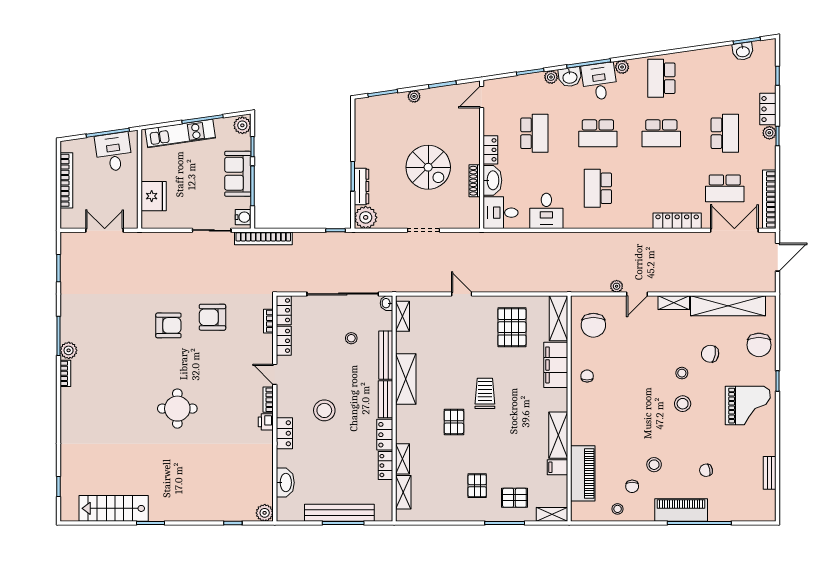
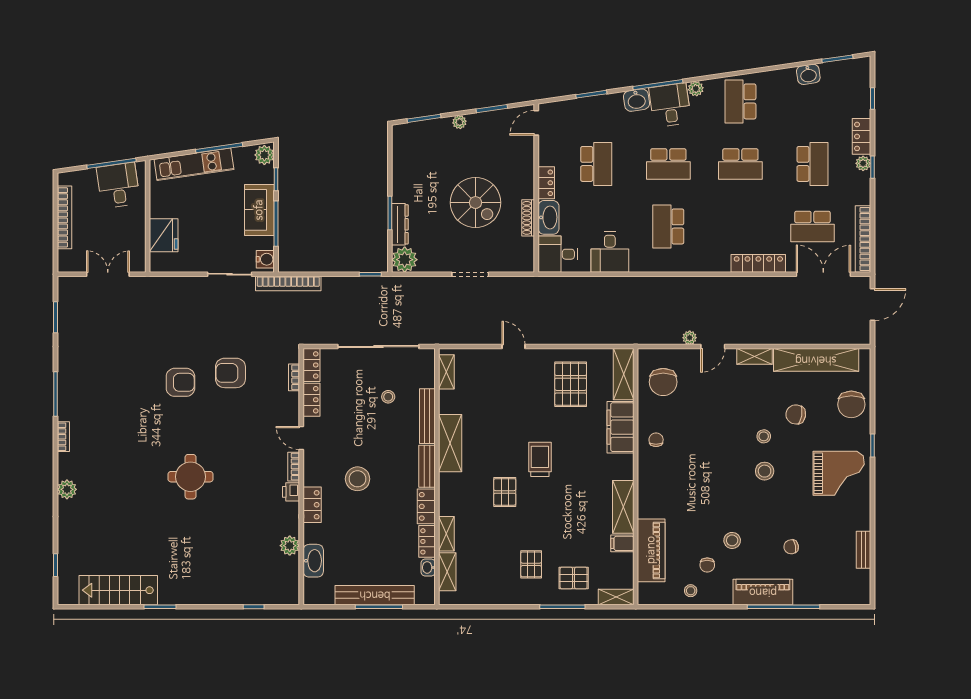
washbasin: (743, 51) -> (808, 74), moved
plant: (551, 77) -> (615, 100), removed
washbasin: (386, 303) -> (428, 567), moved
plant: (69, 350) -> (67, 489), moved
plant: (265, 513) -> (290, 546), moved

